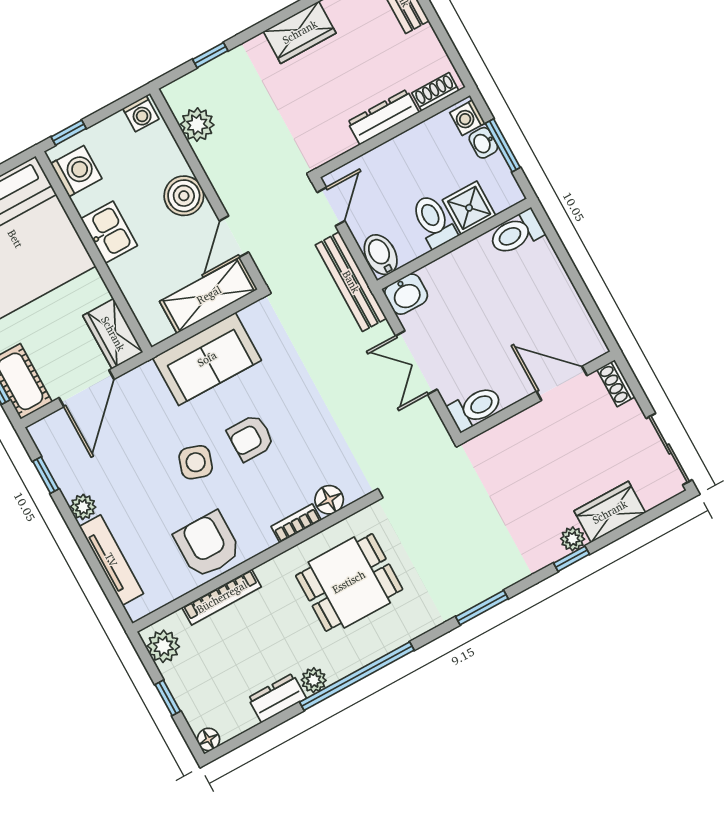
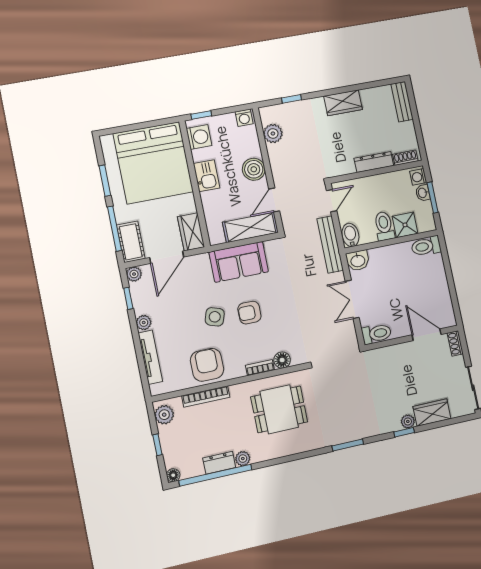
plant: (42, 433) -> (134, 274), added
window: (357, 676) -> (215, 475), moved

